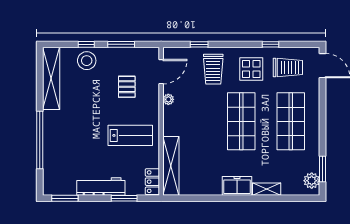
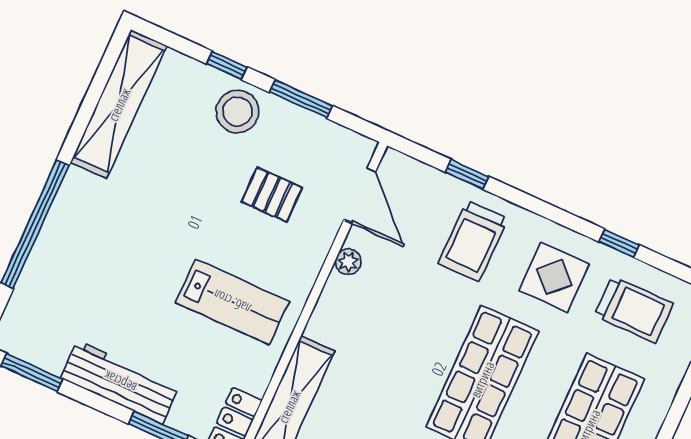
stool: (87, 61) -> (237, 112), moved
door: (161, 72) -> (360, 196), hinge flipped
pallet: (127, 87) -> (272, 195), turned 90

